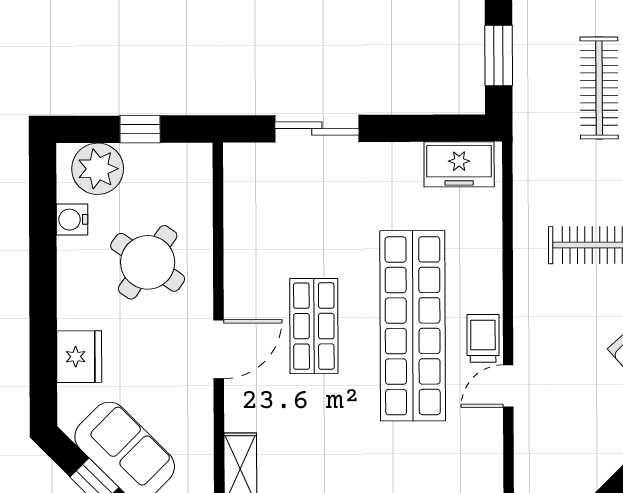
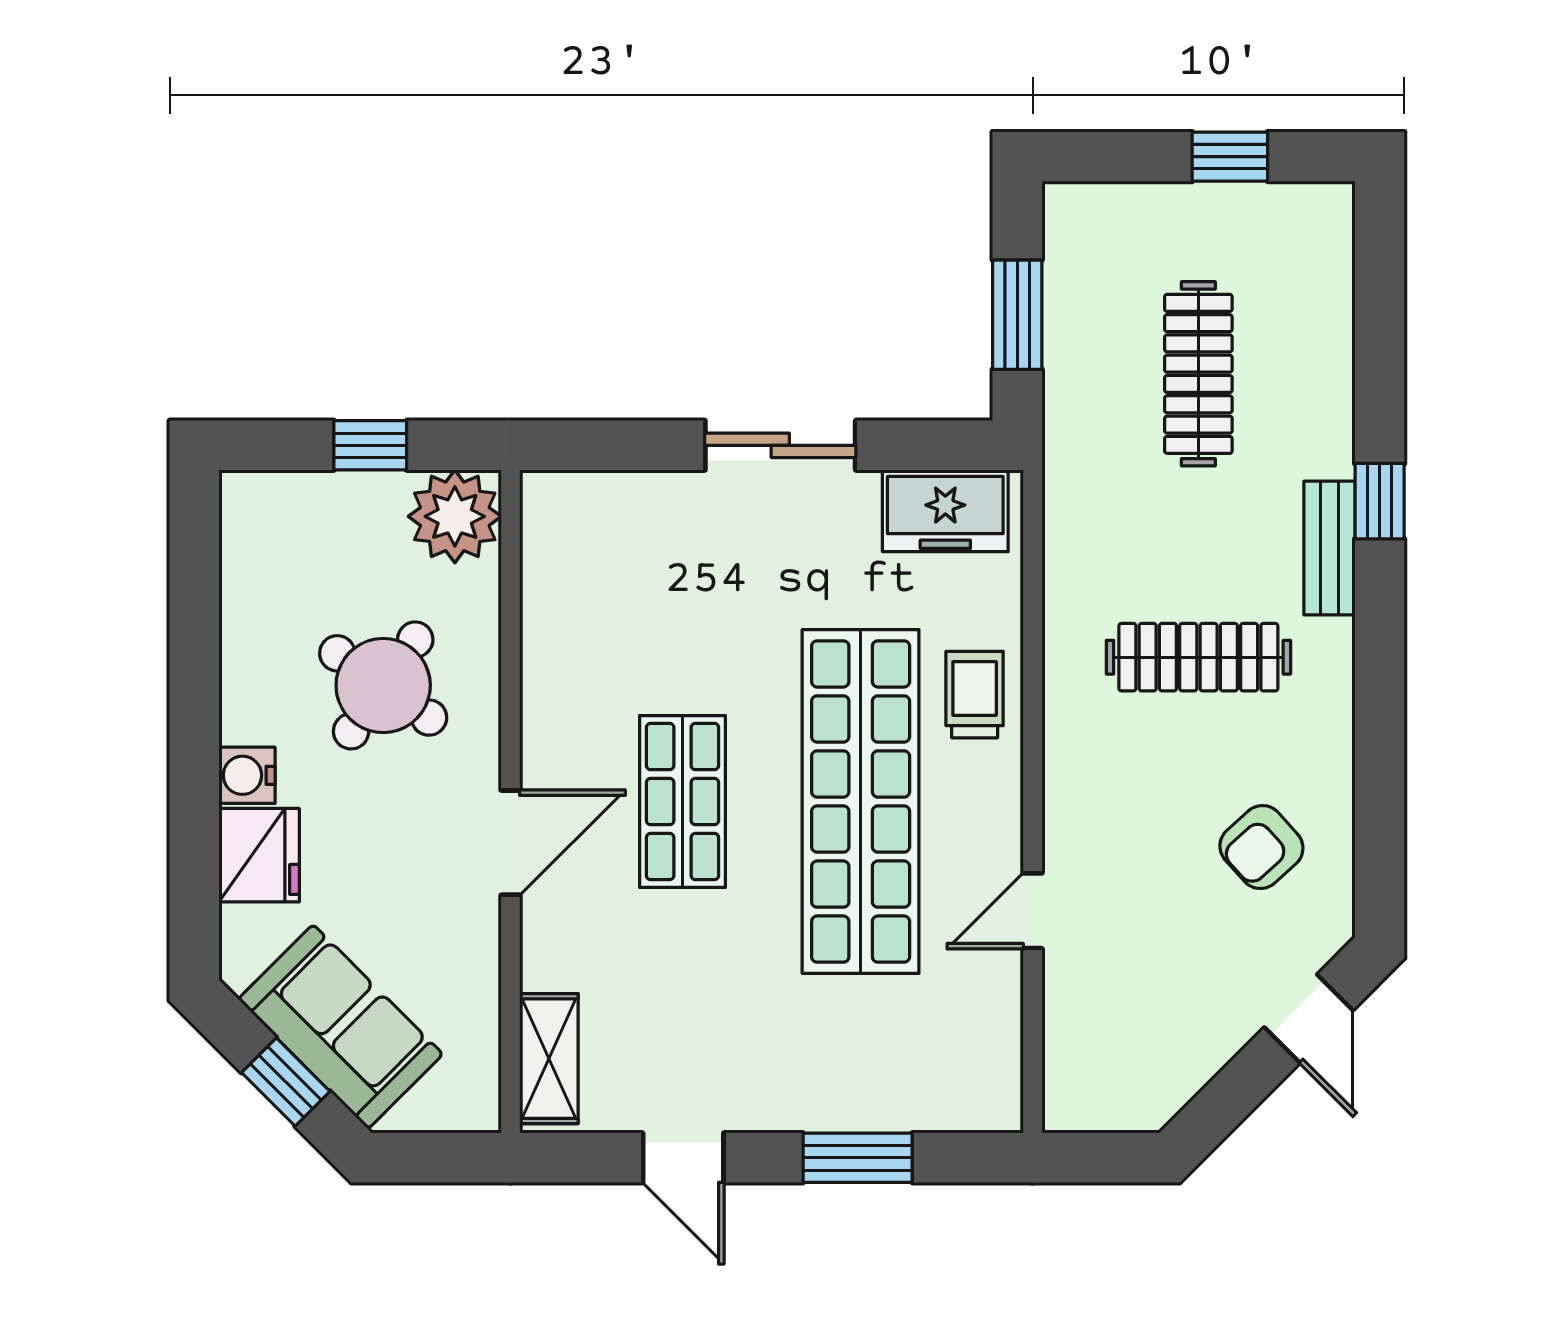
sliding door: (317, 129) -> (780, 445), moved
plant: (98, 169) -> (455, 516), moved
water cooler: (72, 220) -> (247, 775), moved
trolley: (483, 338) -> (975, 695), moved

